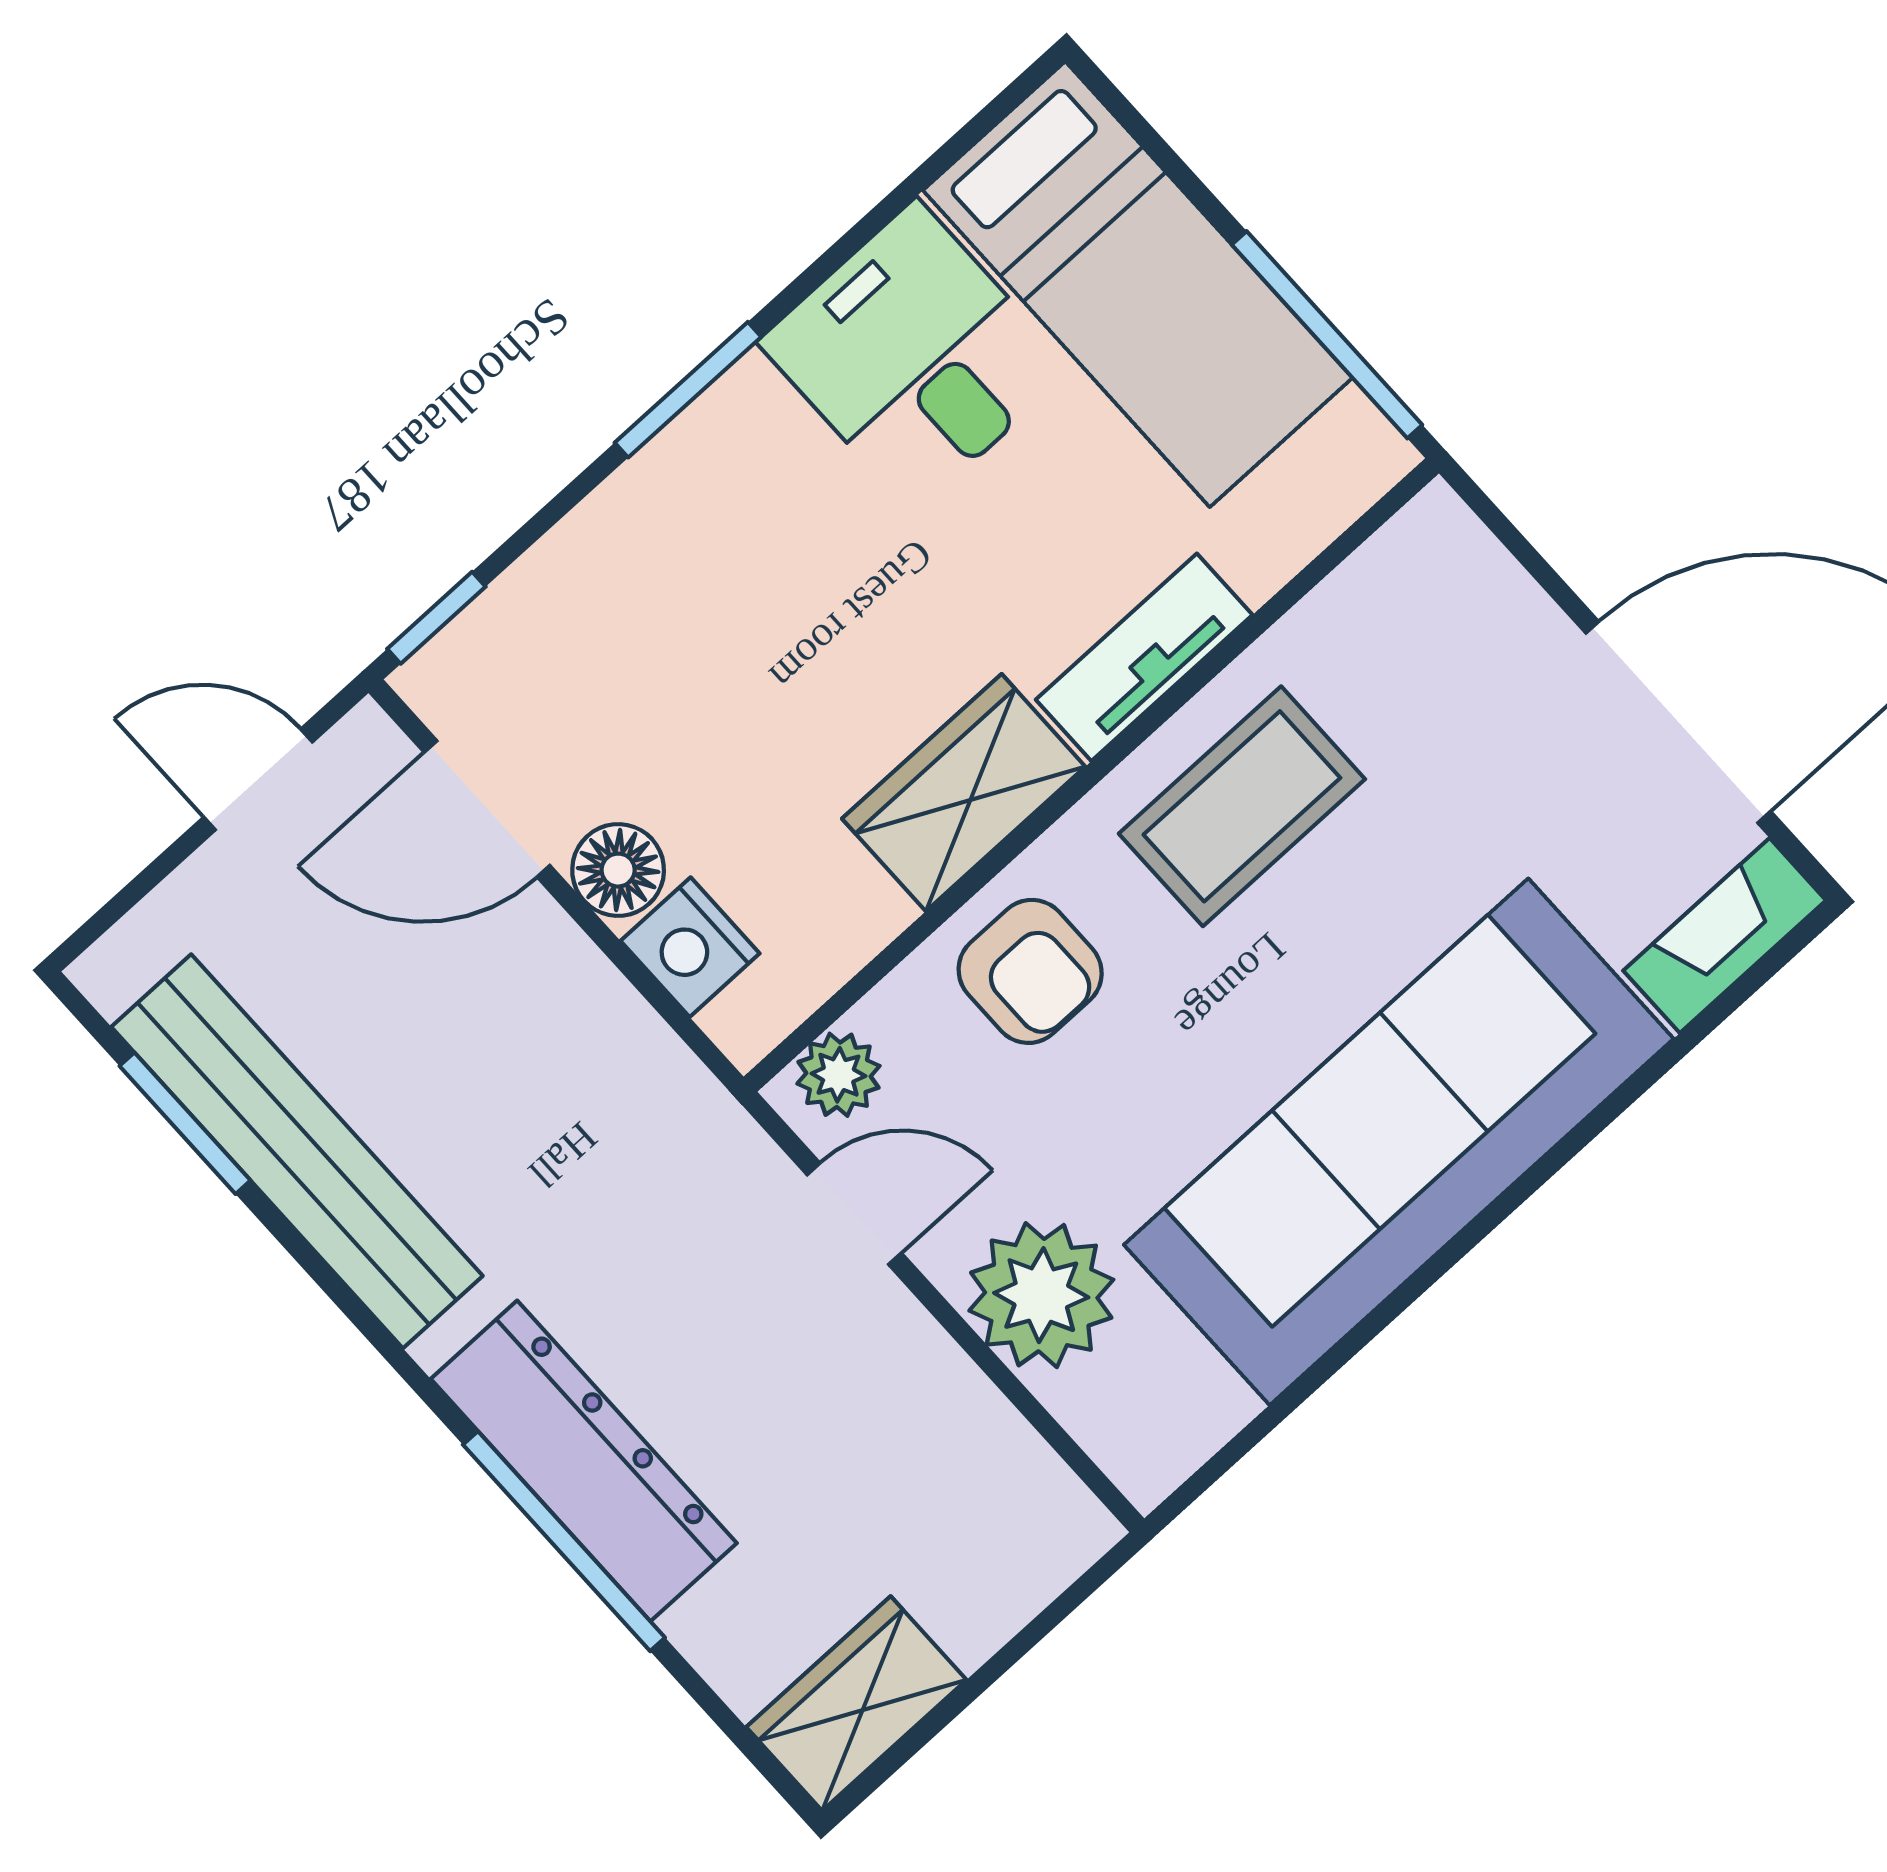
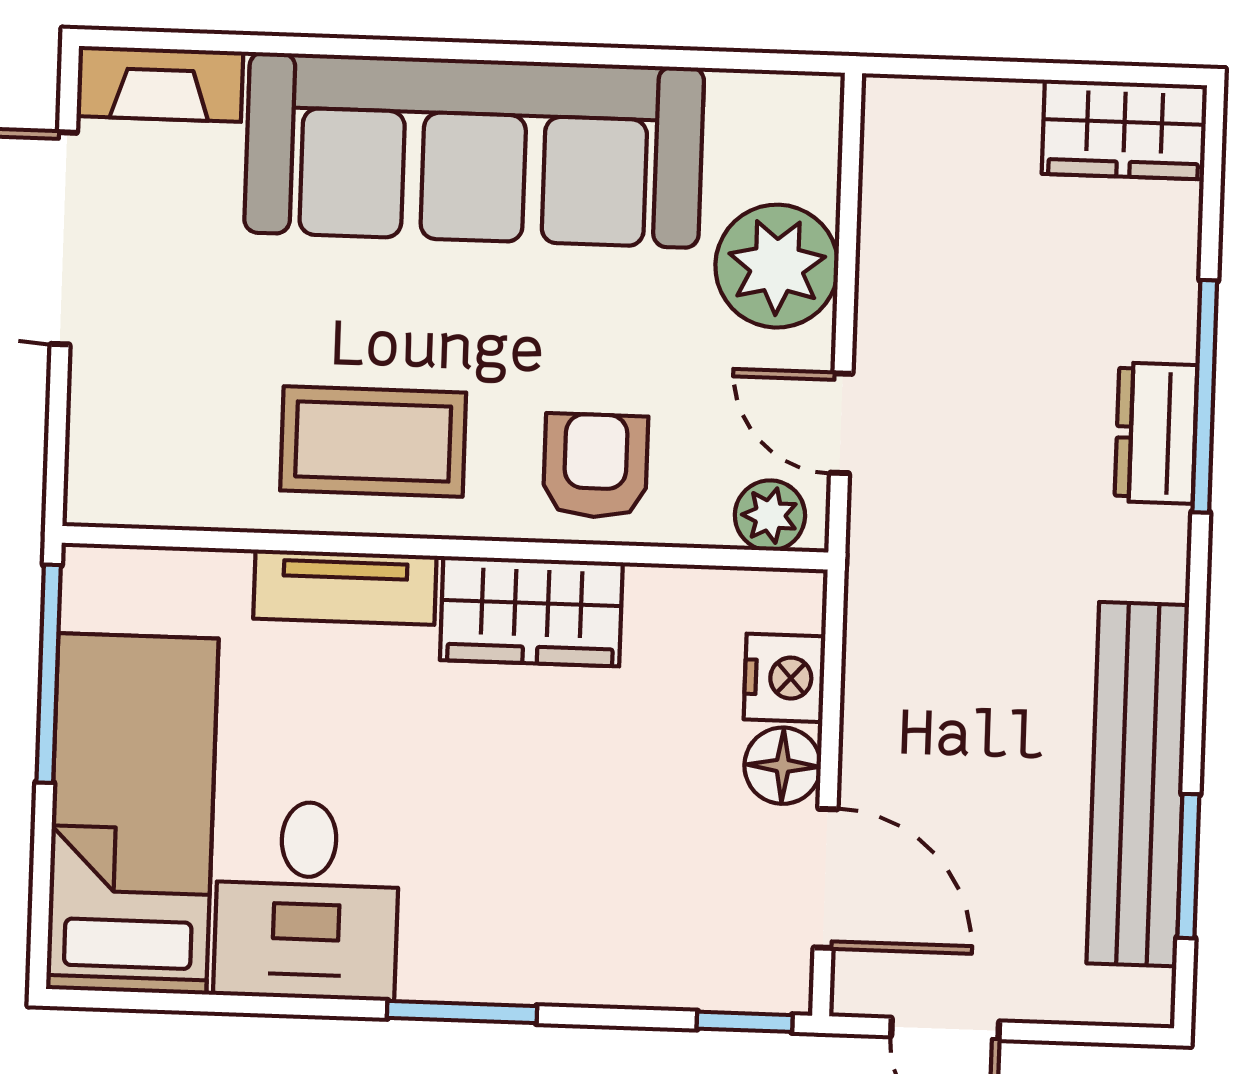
dresser: (584, 1461) -> (1156, 433), width x0.51, depth x0.80

